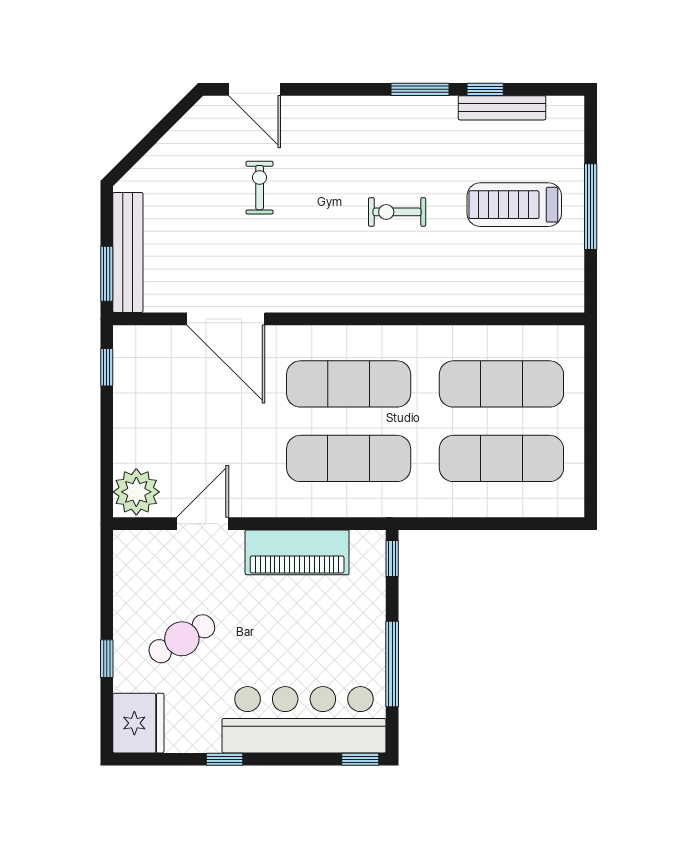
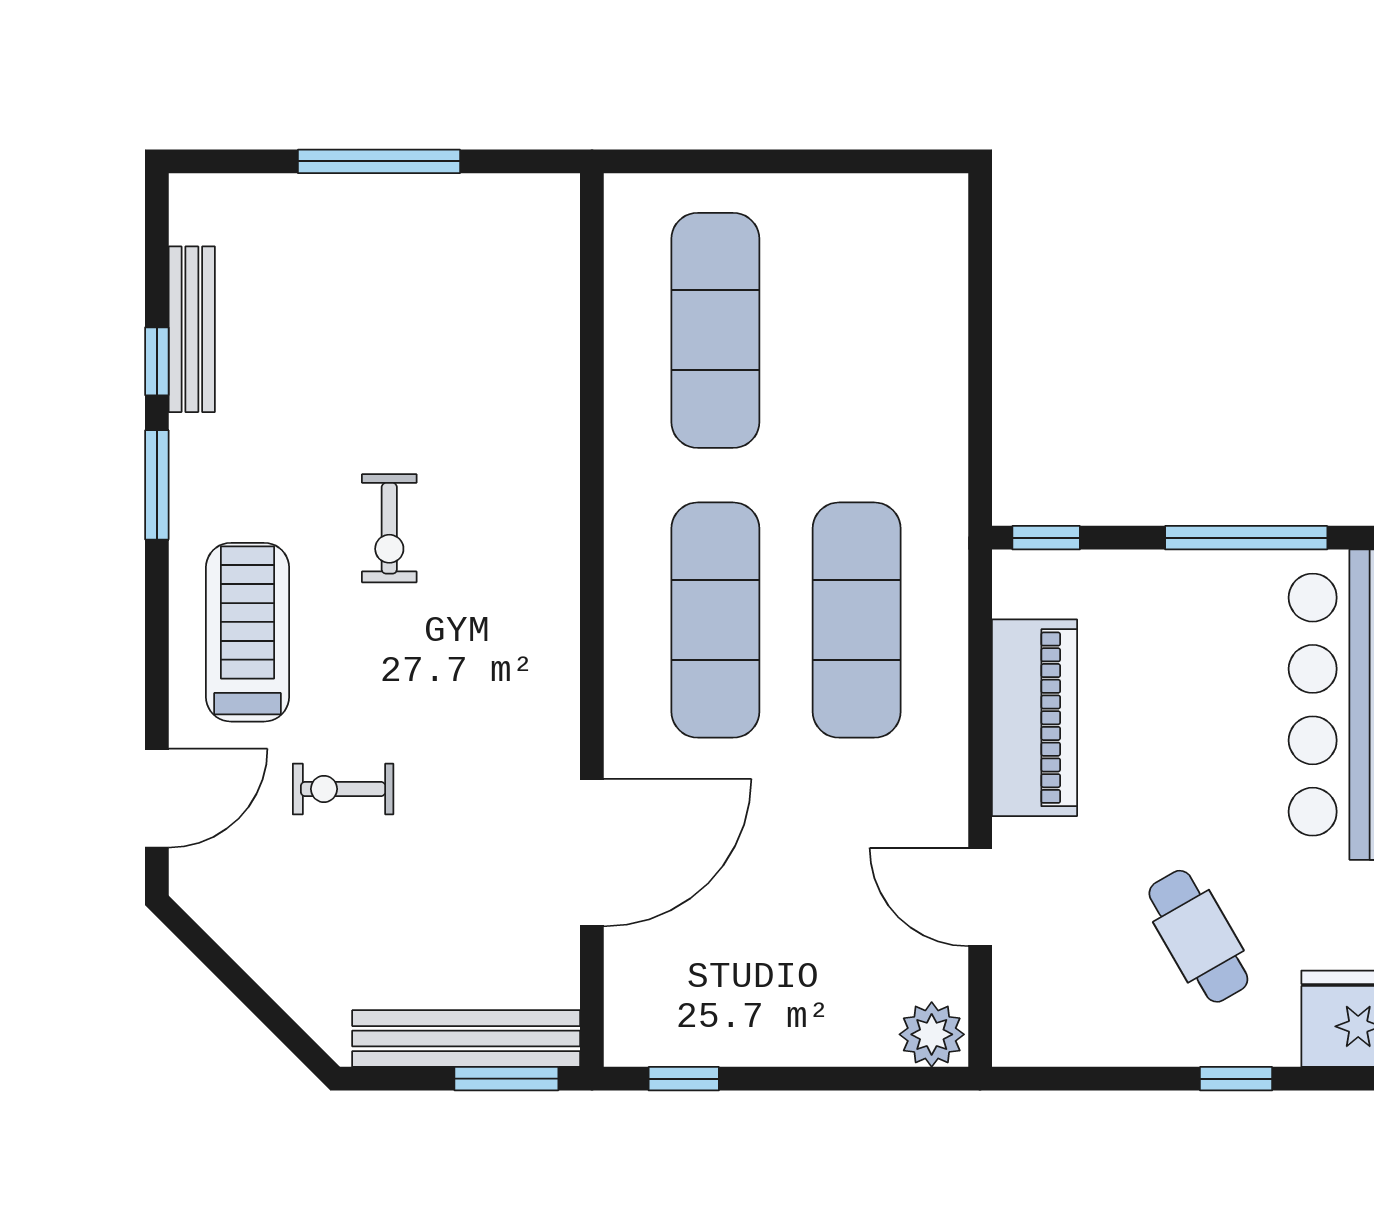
treadmill: (514, 205) -> (247, 632), moved, turned 180
exercise mat: (501, 458) -> (857, 330), removed
plant: (136, 492) -> (932, 1034), width x0.73, depth x0.73

